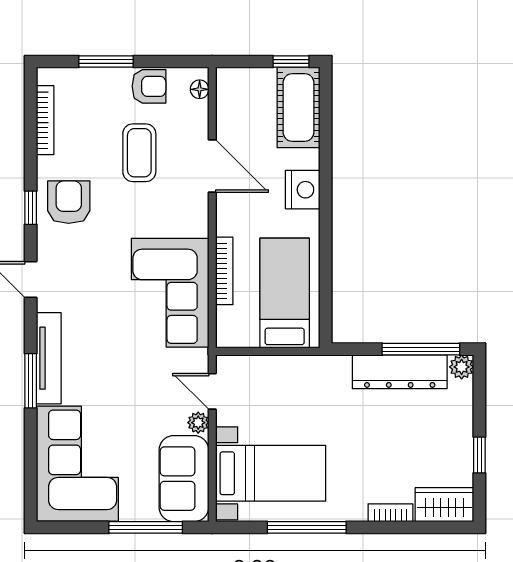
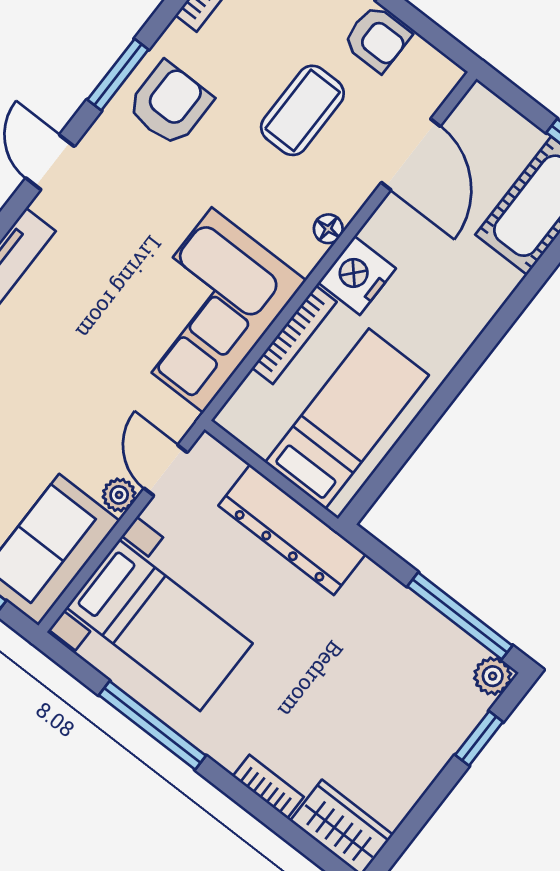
floor lamp: (200, 89) -> (328, 229), moved
door: (212, 166) -> (411, 154), moved
nightstand: (303, 190) -> (357, 276), moved, turned 180
window: (31, 208) -> (118, 75), width x1.50
dresser: (400, 372) -> (292, 530), moved
window: (479, 455) -> (479, 738), moved

